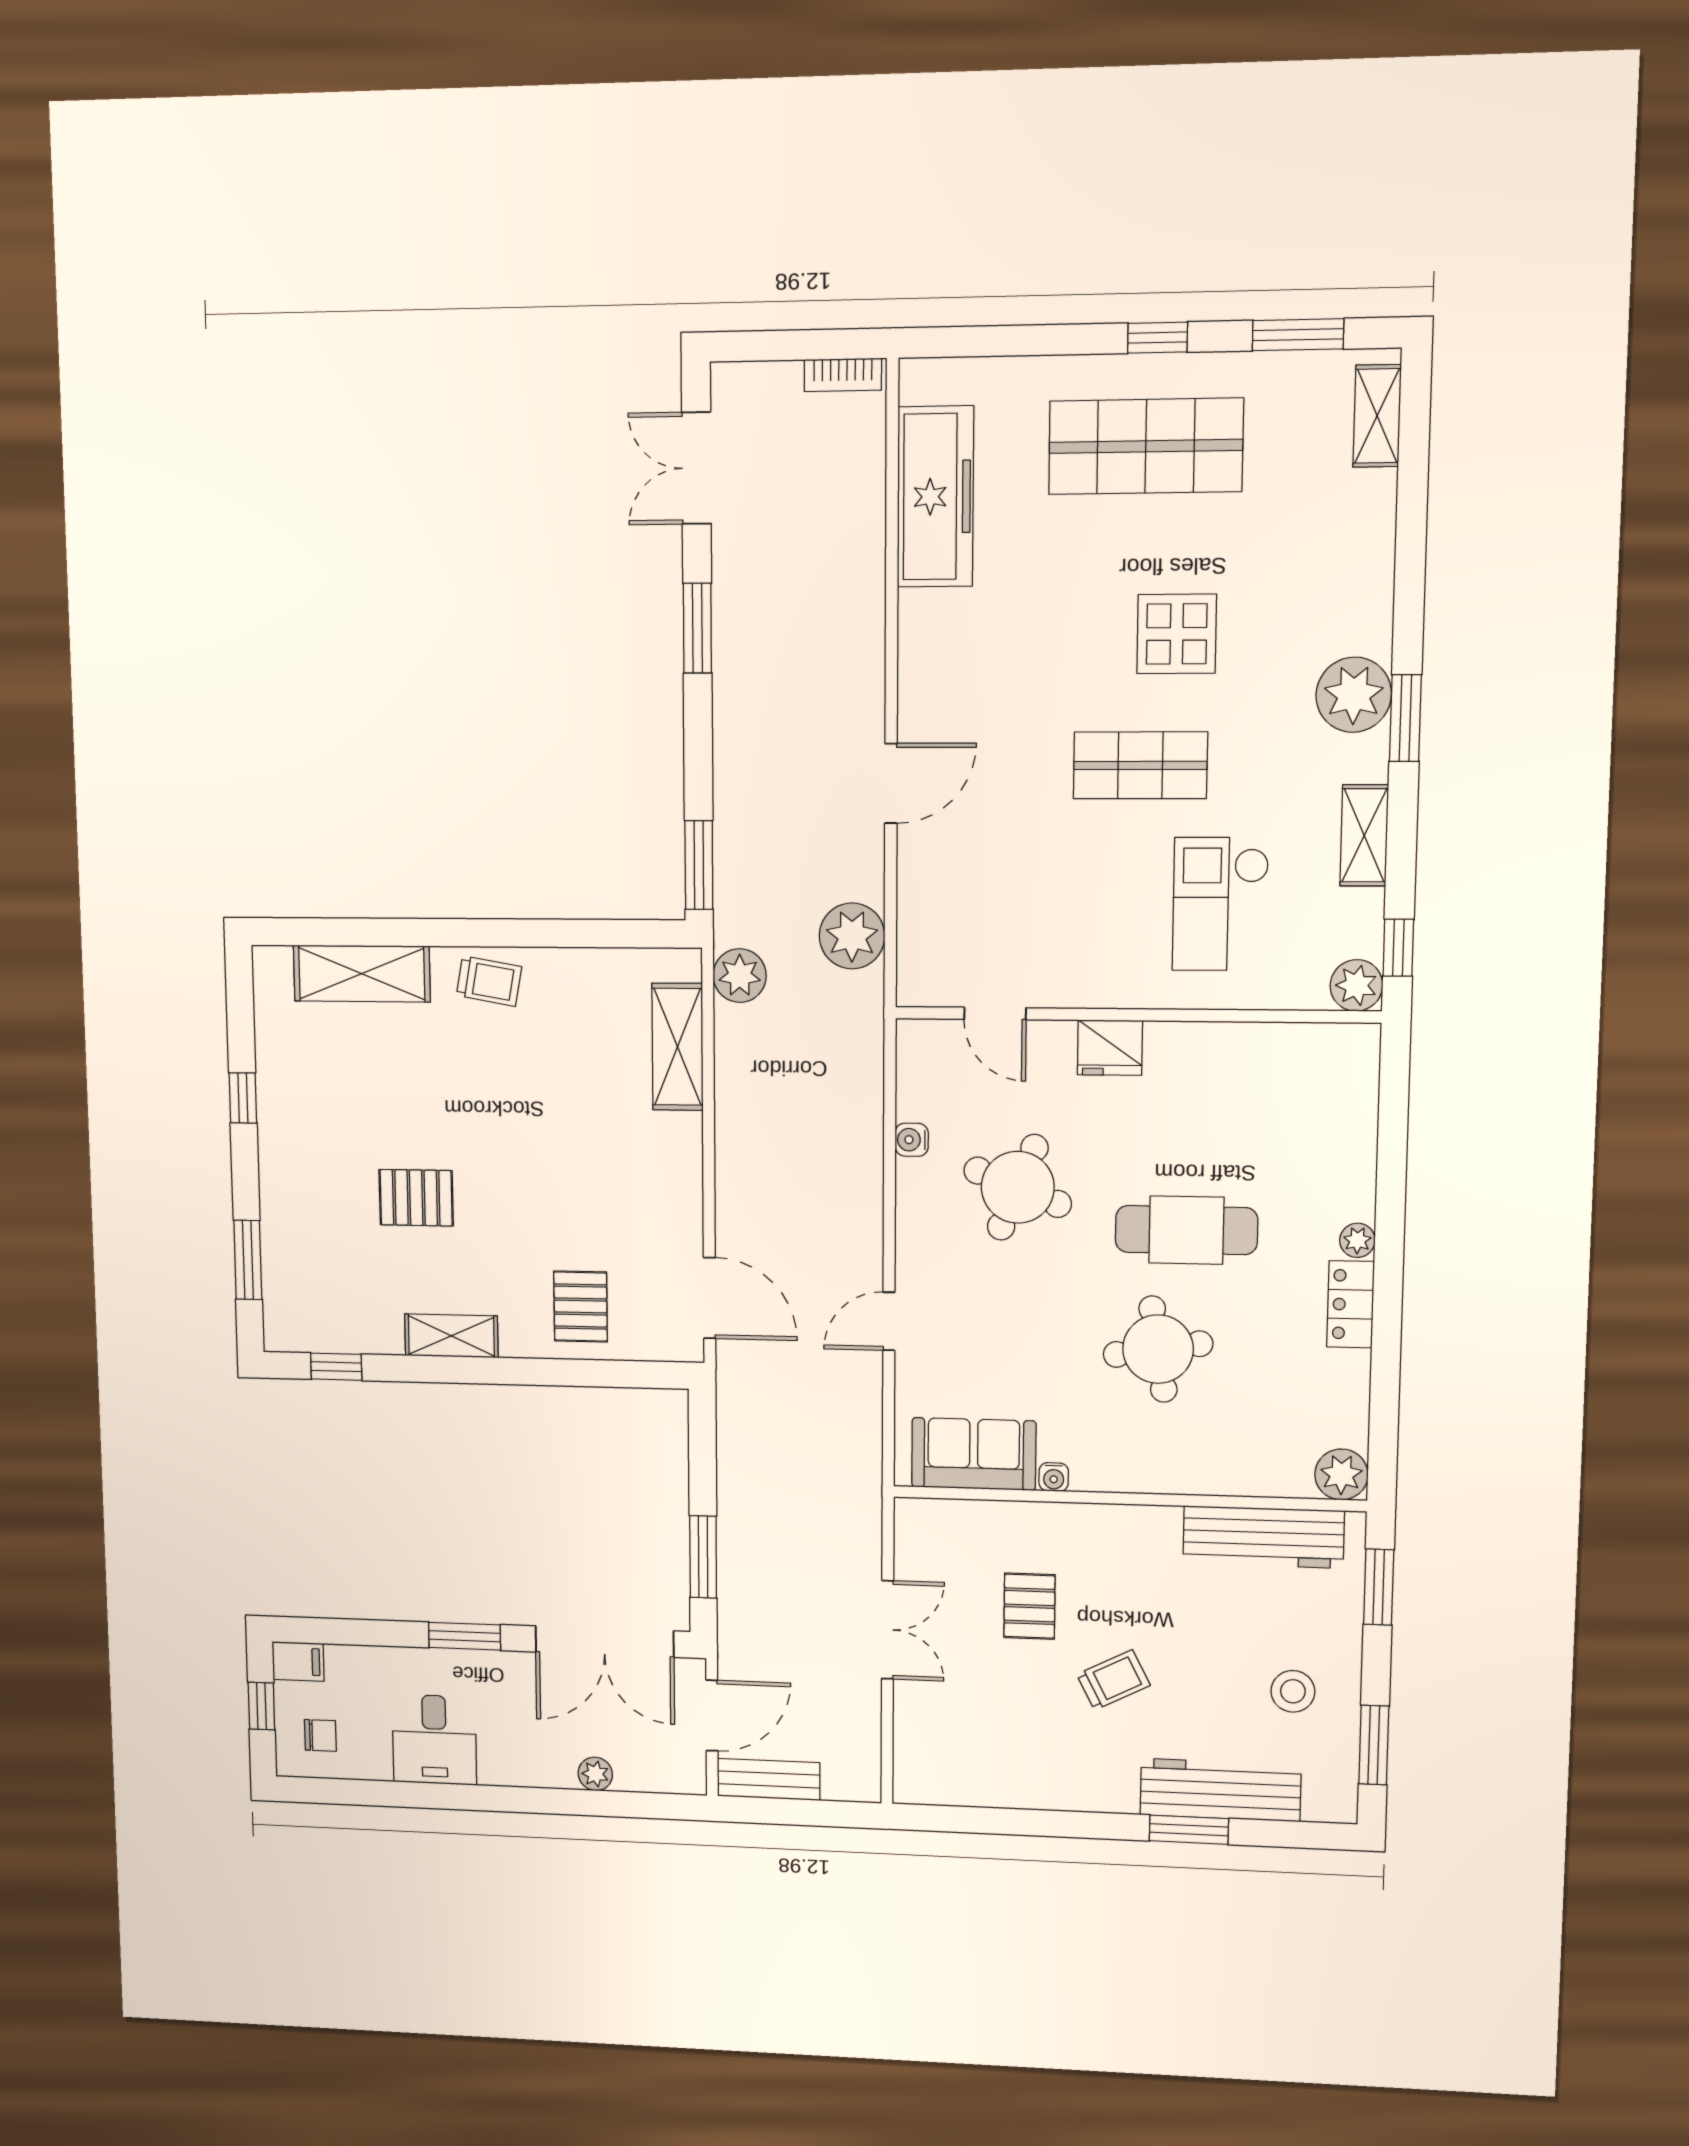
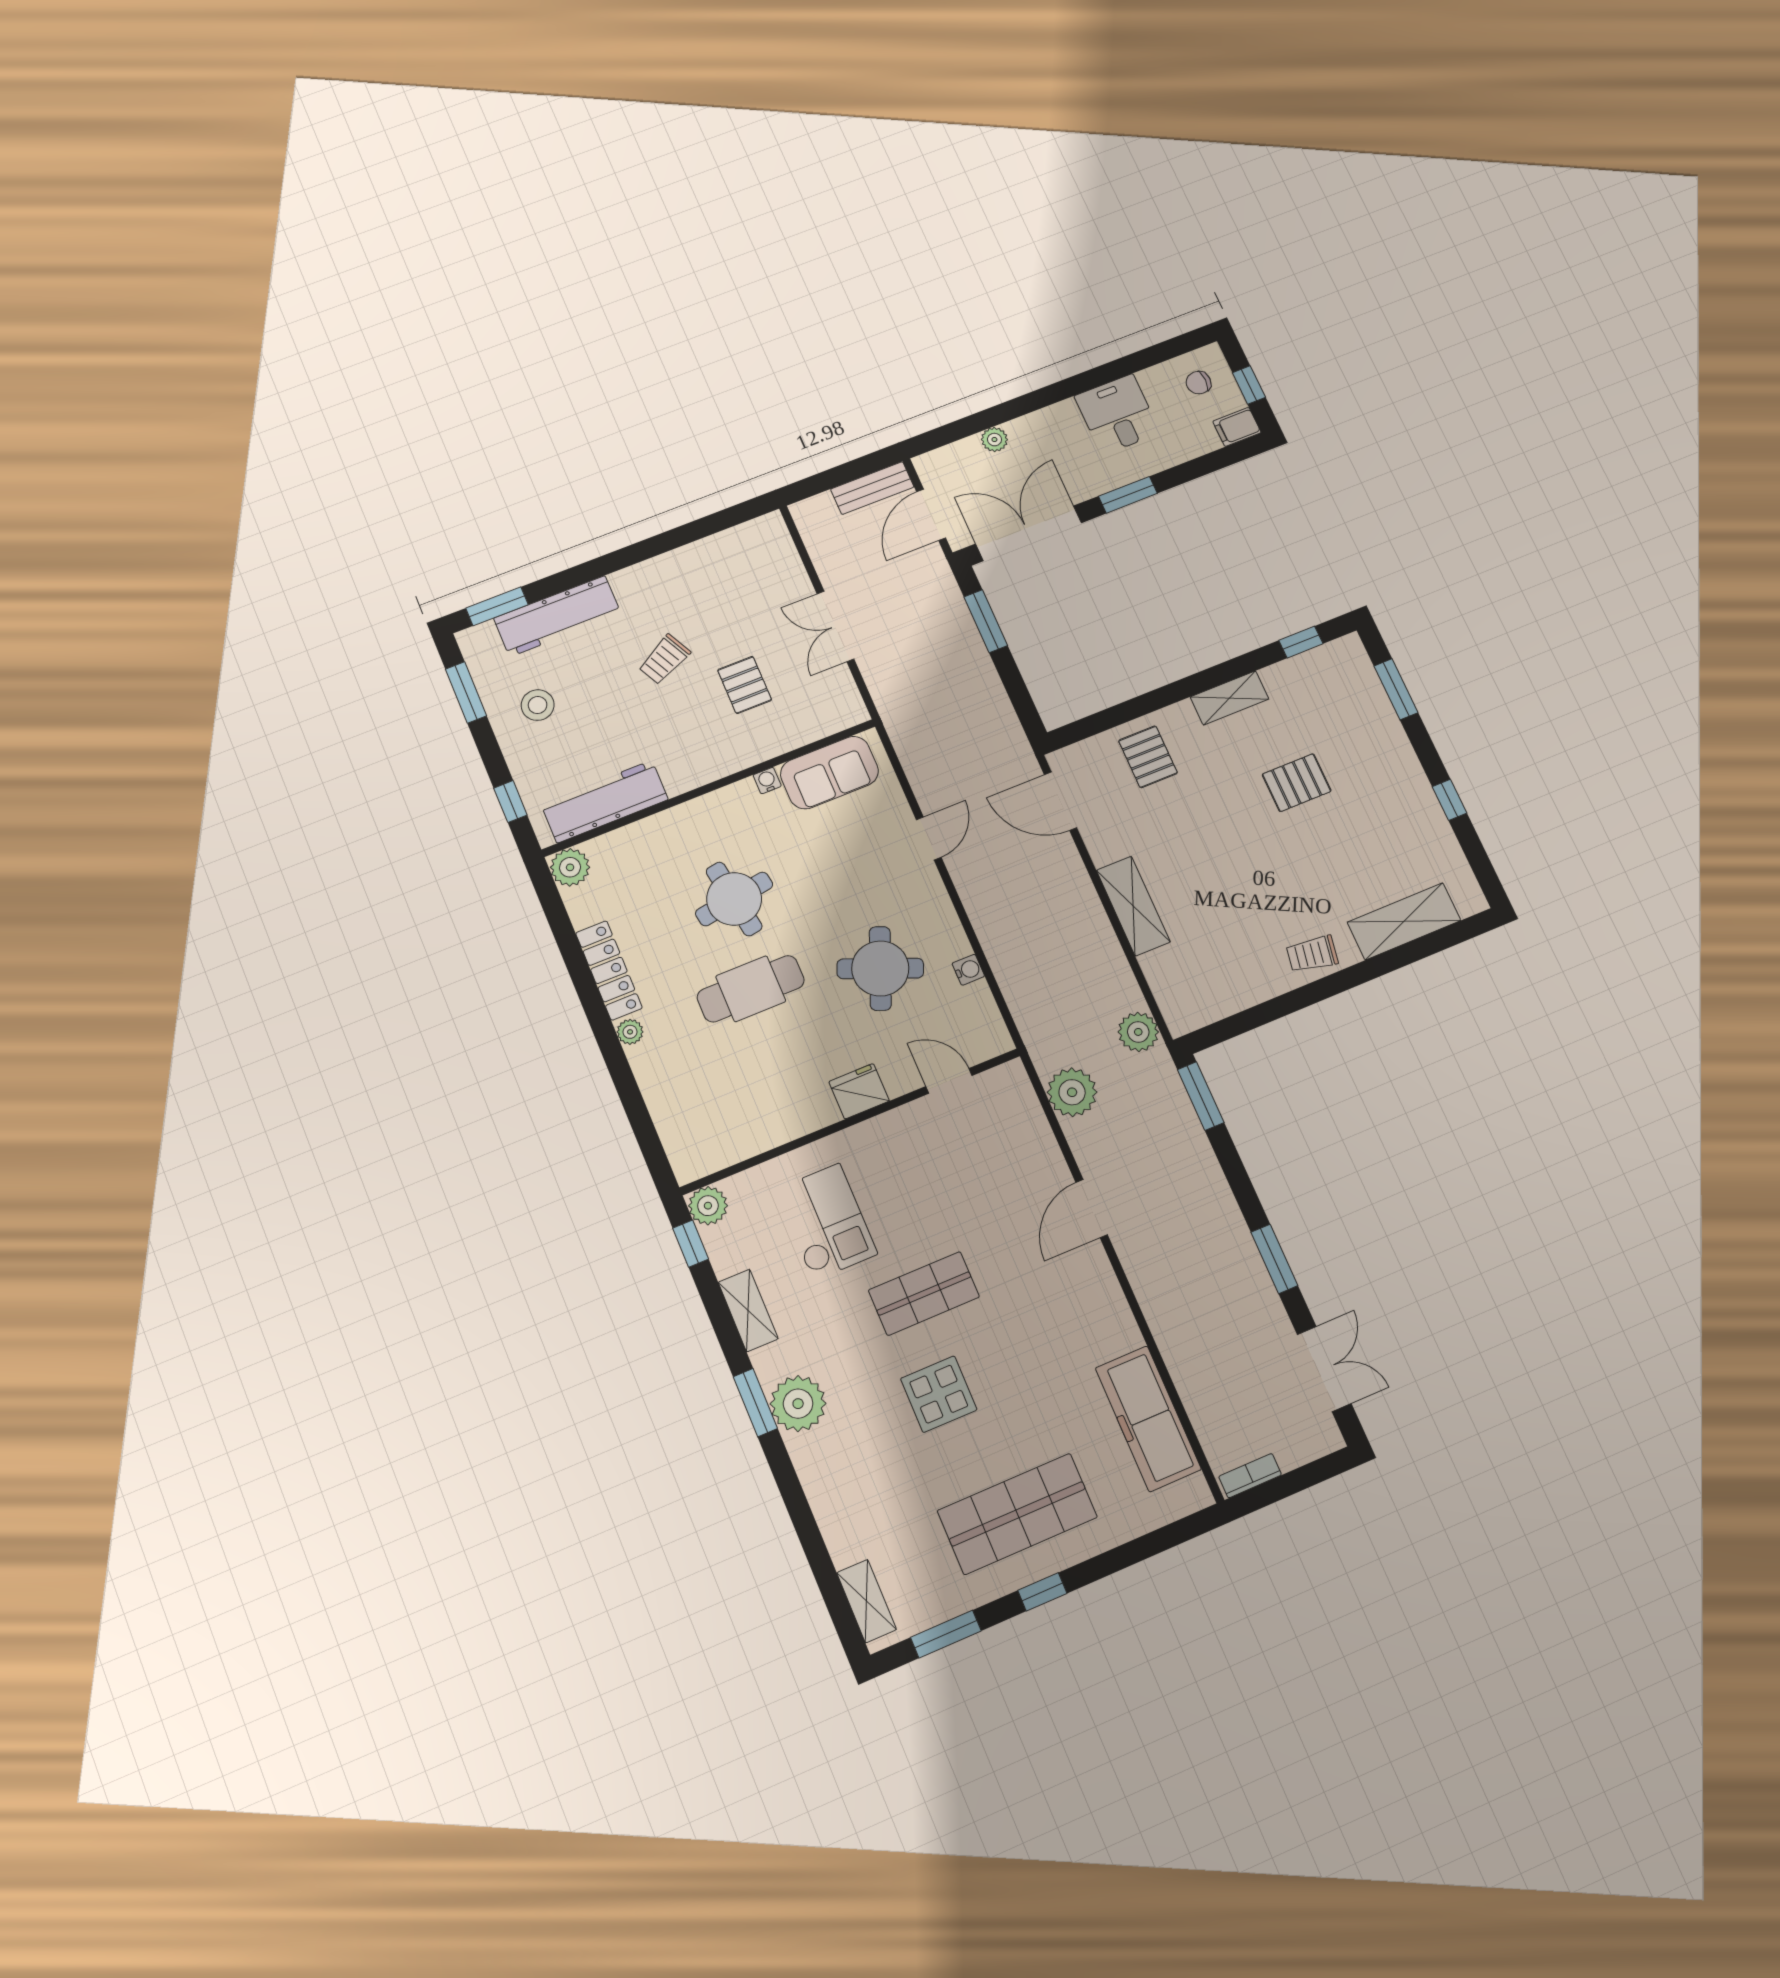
shelving: (678, 1047) -> (1133, 906), moved
locker: (1351, 1304) -> (609, 970), width x1.53
window: (1379, 1587) -> (510, 802), width x0.67
window: (1189, 1830) -> (497, 606), moved

